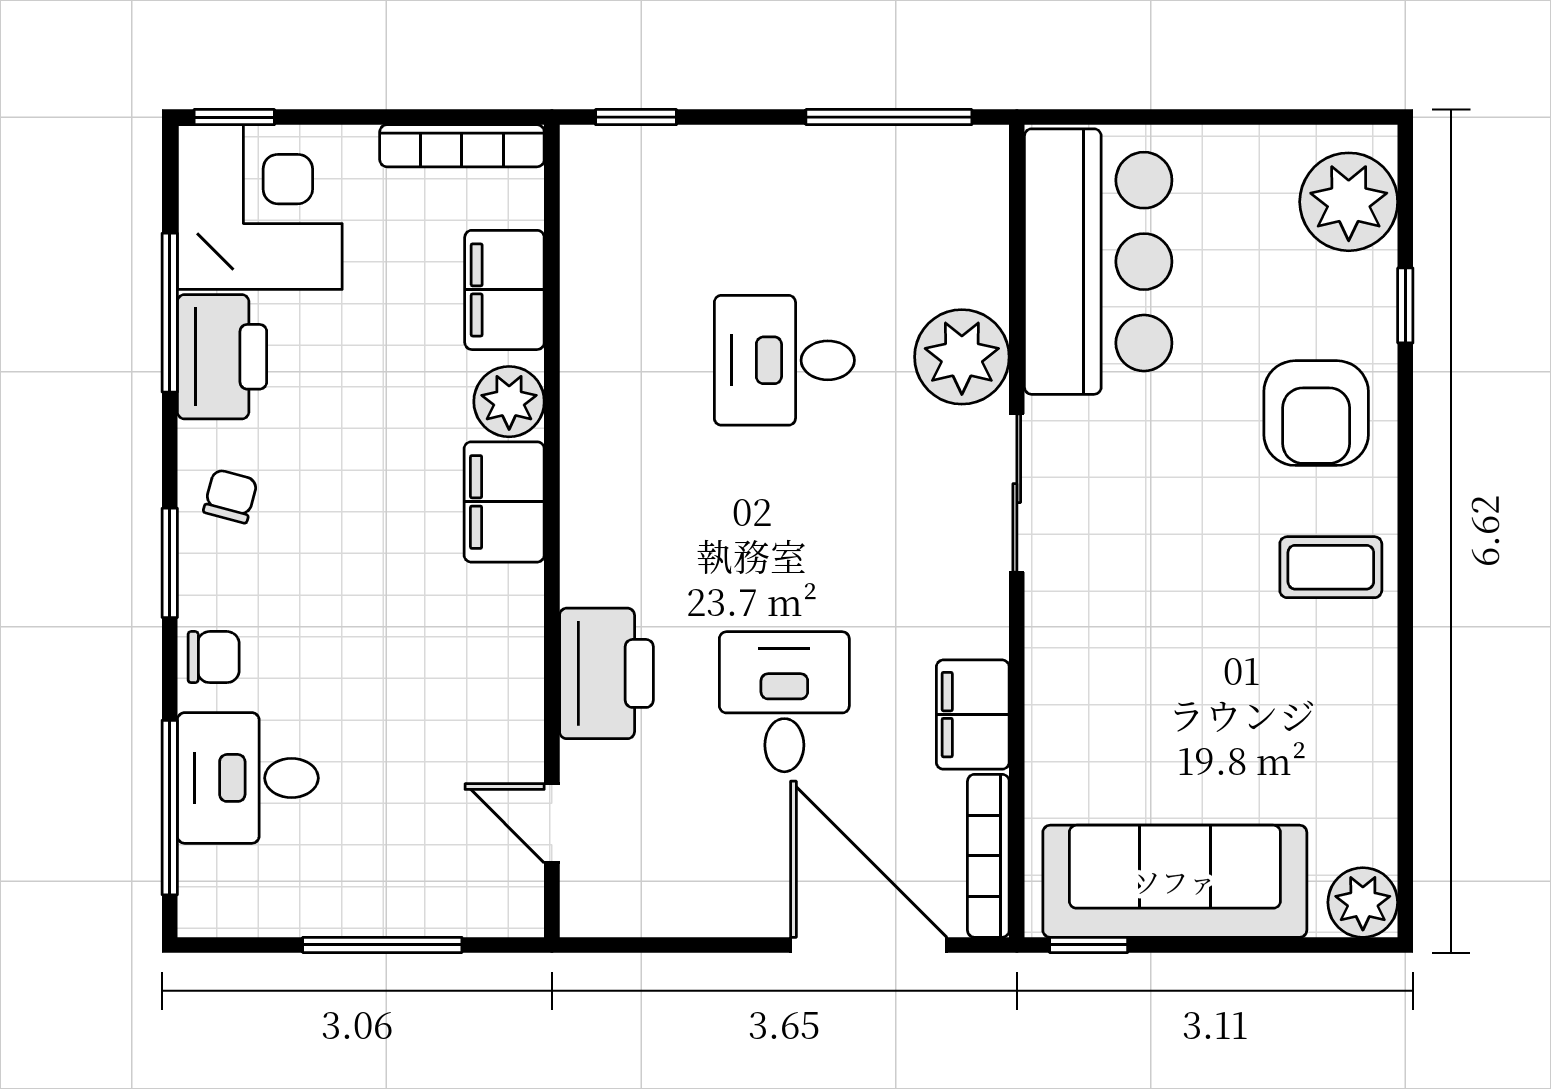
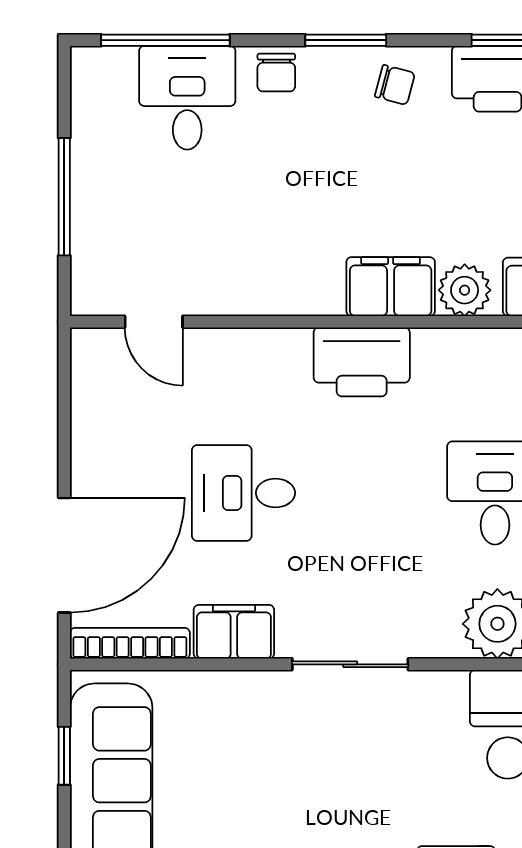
sliding door: (1017, 493) -> (350, 664), moved
printer: (606, 673) -> (362, 362), moved
desk: (784, 702) -> (243, 493), turned 180
door: (552, 823) -> (154, 322), swing flipped
window: (1089, 945) -> (64, 756), moved

